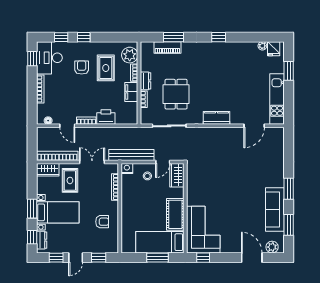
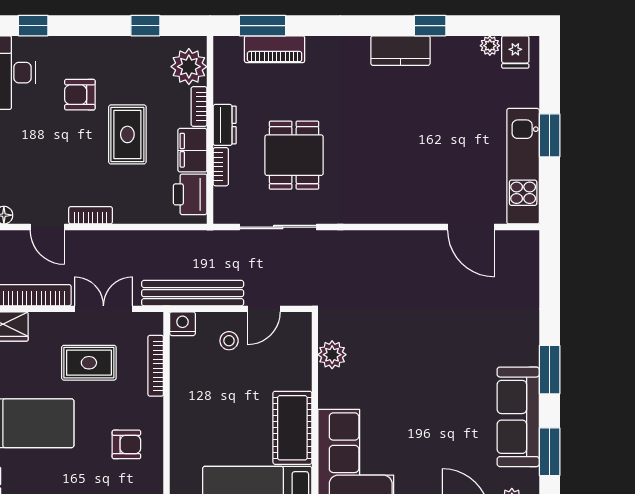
window: (84, 37) -> (145, 26), moved
window: (173, 37) -> (262, 26), moved
window: (219, 37) -> (430, 26), moved
armchair: (82, 68) -> (80, 95), turned -90
rug: (106, 68) -> (127, 134), moved
window: (289, 71) -> (550, 135), moved
printer: (106, 117) -> (190, 194), moved, turned -90
kitchen counter: (216, 118) -> (400, 51), moved, turned 180
door: (254, 126) -> (471, 227), hinge flipped
wardrobe: (177, 175) -> (296, 339), removed
rug: (70, 180) -> (89, 363), moved, turned 90
plant: (193, 182) -> (332, 355), added

